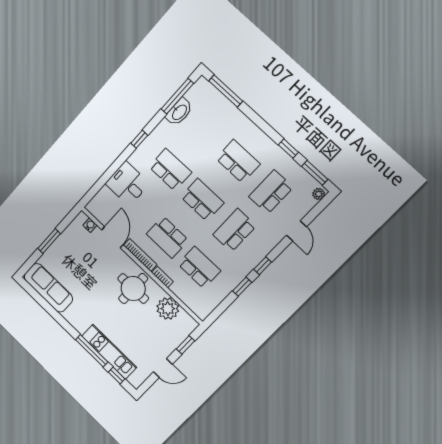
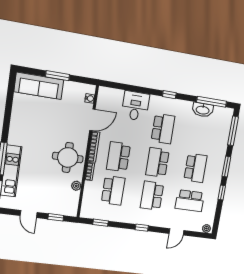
window: (315, 173) -> (226, 167), moved
school desk: (271, 192) -> (190, 201), turned 180
school desk: (202, 200) -> (157, 162), turned 180
school desk: (235, 230) -> (152, 196), turned -90
window: (242, 287) -> (101, 223), moved
sofa: (48, 288) -> (39, 86), moved, turned 90
plant: (168, 309) -> (76, 186), width x0.53, depth x0.53

